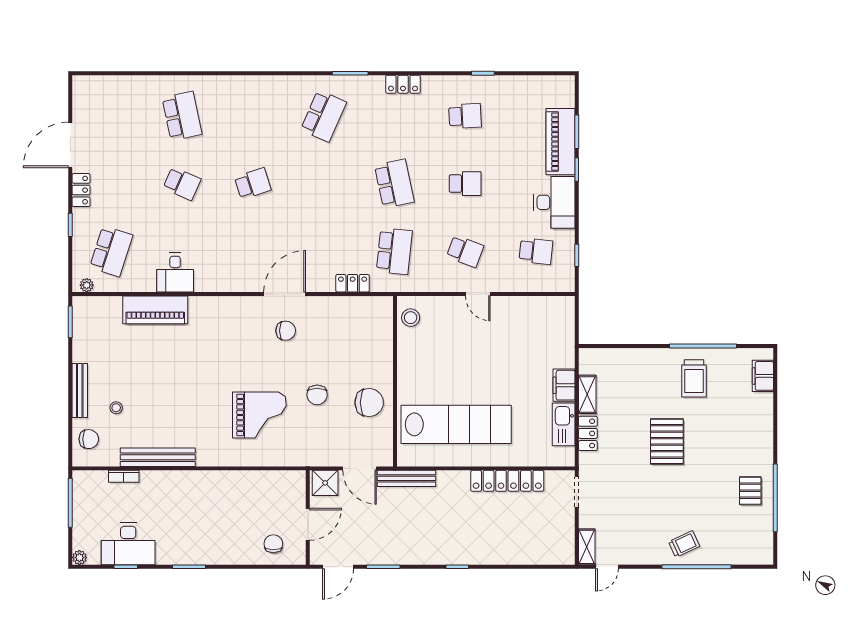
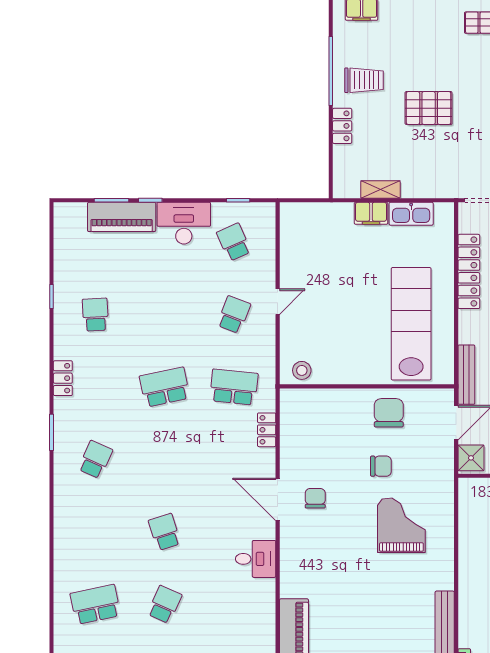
school desk: (324, 116) -> (95, 460), width x0.54
school desk: (465, 184) -> (165, 315), removed
school desk: (536, 251) -> (234, 242), turned -30
desk: (175, 272) -> (256, 559), moved
locker: (588, 433) -> (342, 126), moved, turned 90

